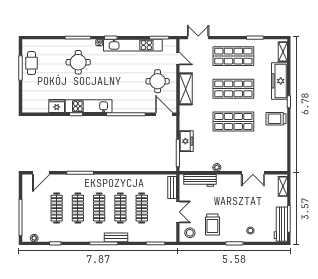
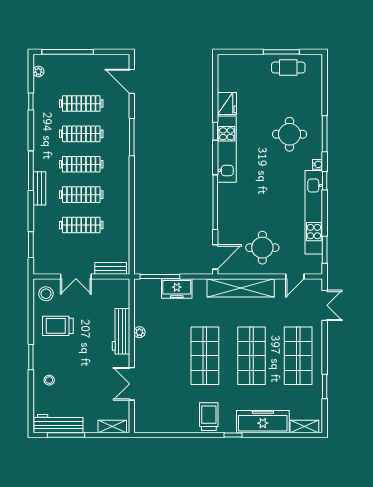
shelving: (186, 89) -> (241, 288), width x1.47
workbench: (200, 180) -> (121, 331), moved

